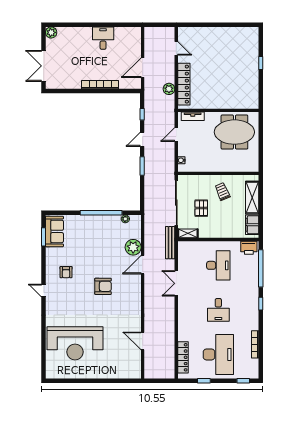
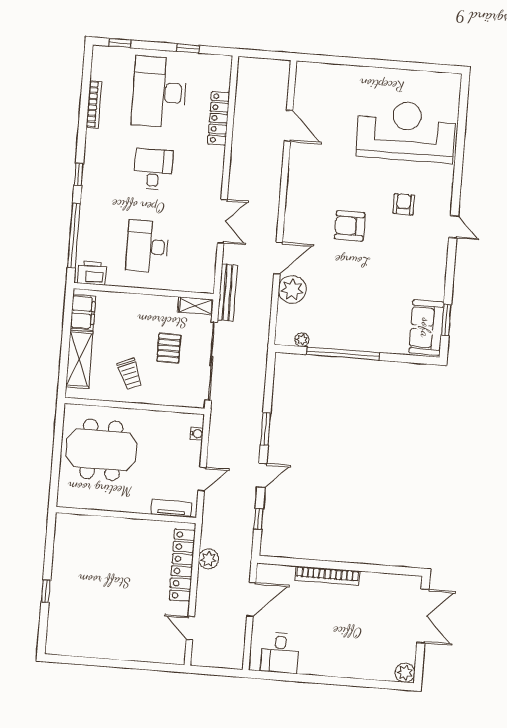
desk: (103, 38) -> (280, 653), moved
meeting table: (234, 132) -> (101, 450), moved
armchair: (66, 272) -> (404, 204), moved
locker: (183, 357) -> (219, 118), moved

